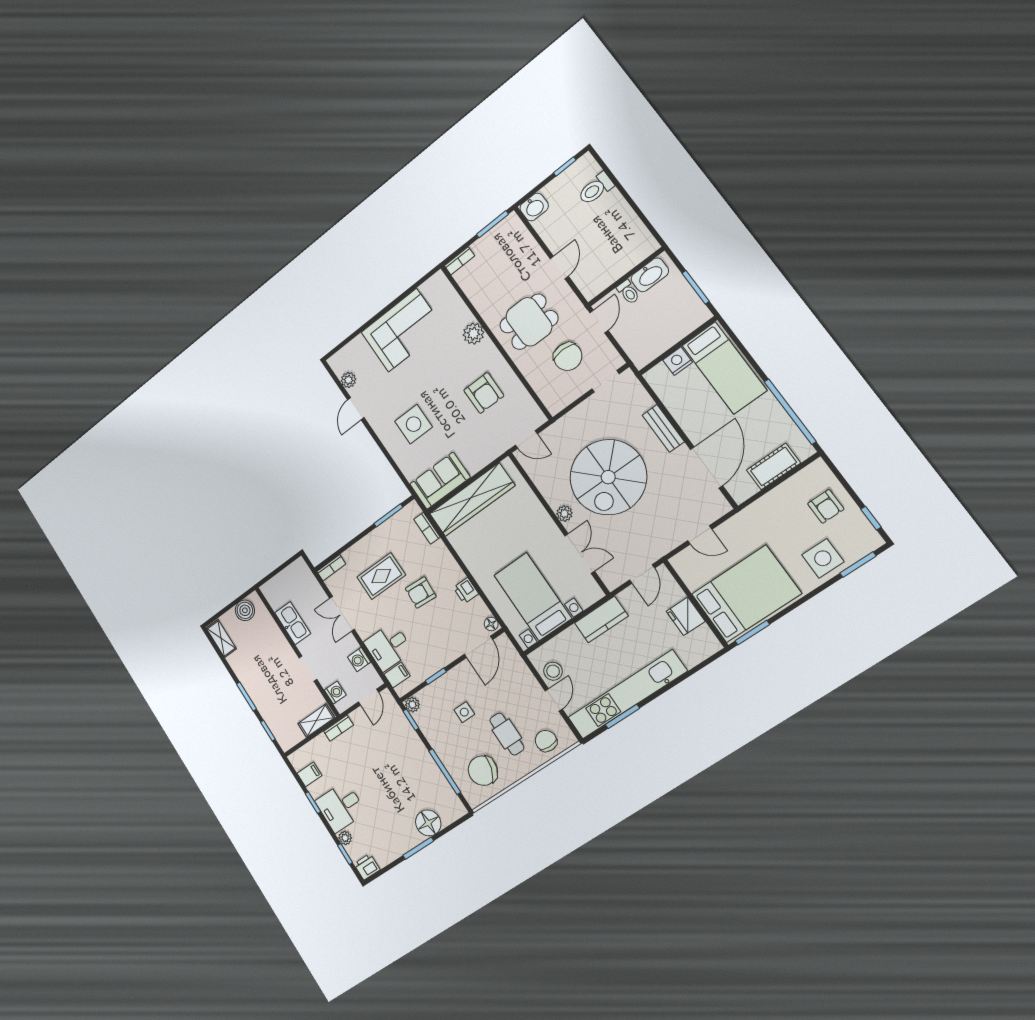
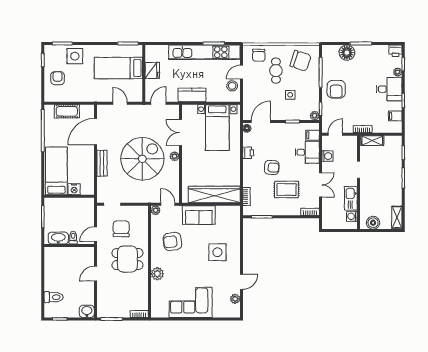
armchair: (484, 393) -> (172, 242), turned -98
plant: (538, 418) -> (156, 210), added
sofa: (440, 481) -> (199, 215), moved
bed: (746, 594) -> (118, 68), width x0.67
washing machine: (335, 693) -> (352, 216), moved
armchair: (408, 761) -> (336, 89), added

